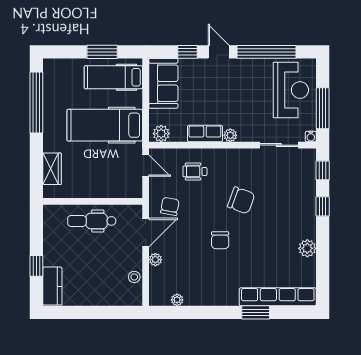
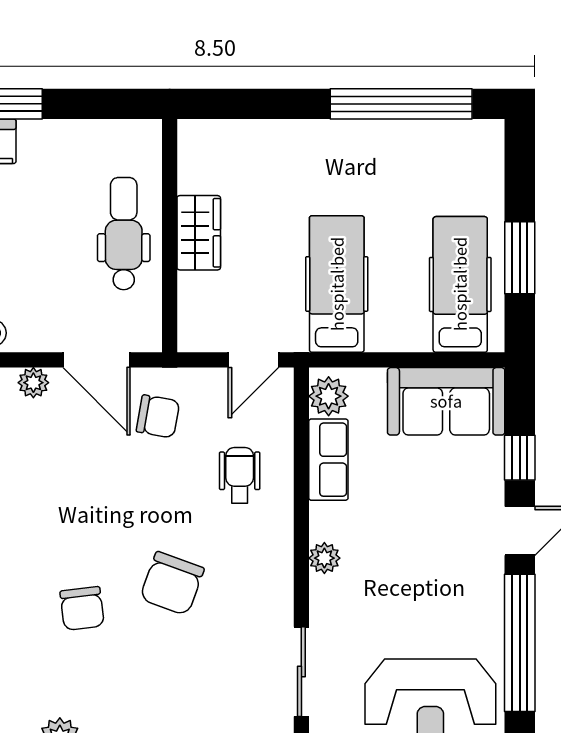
hospital bed: (105, 125) -> (337, 284), width x0.73, depth x0.78
row of seats: (205, 134) -> (328, 460), moved
wardrobe: (52, 169) -> (199, 233), moved, turned -90
chair: (220, 240) -> (82, 608), moved, turned -97

